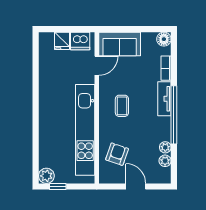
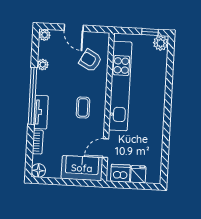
armchair: (117, 154) -> (90, 60), turned 100
plant: (165, 161) -> (45, 35), moved

